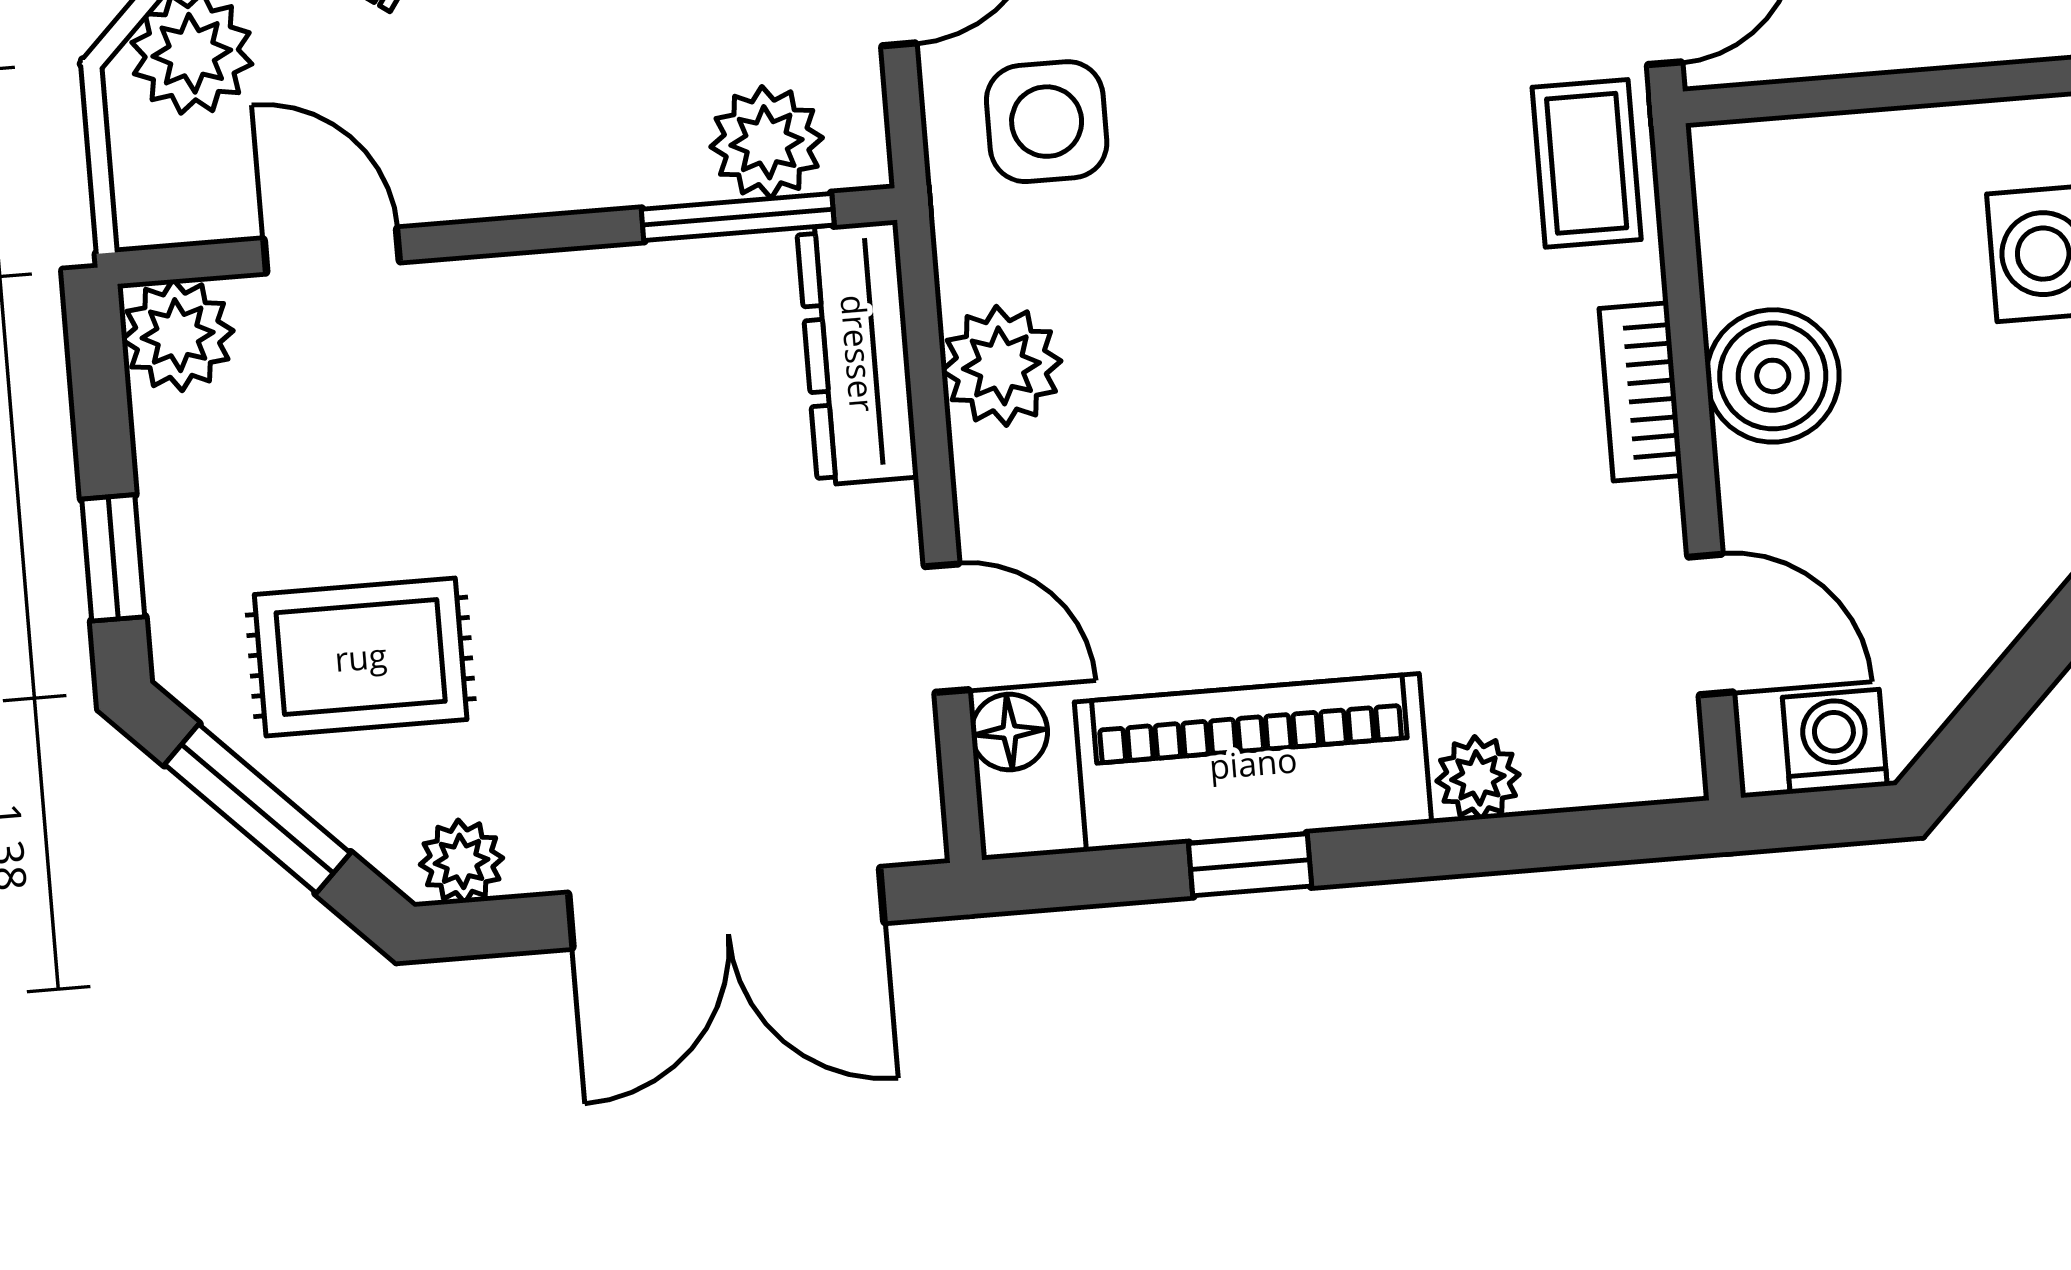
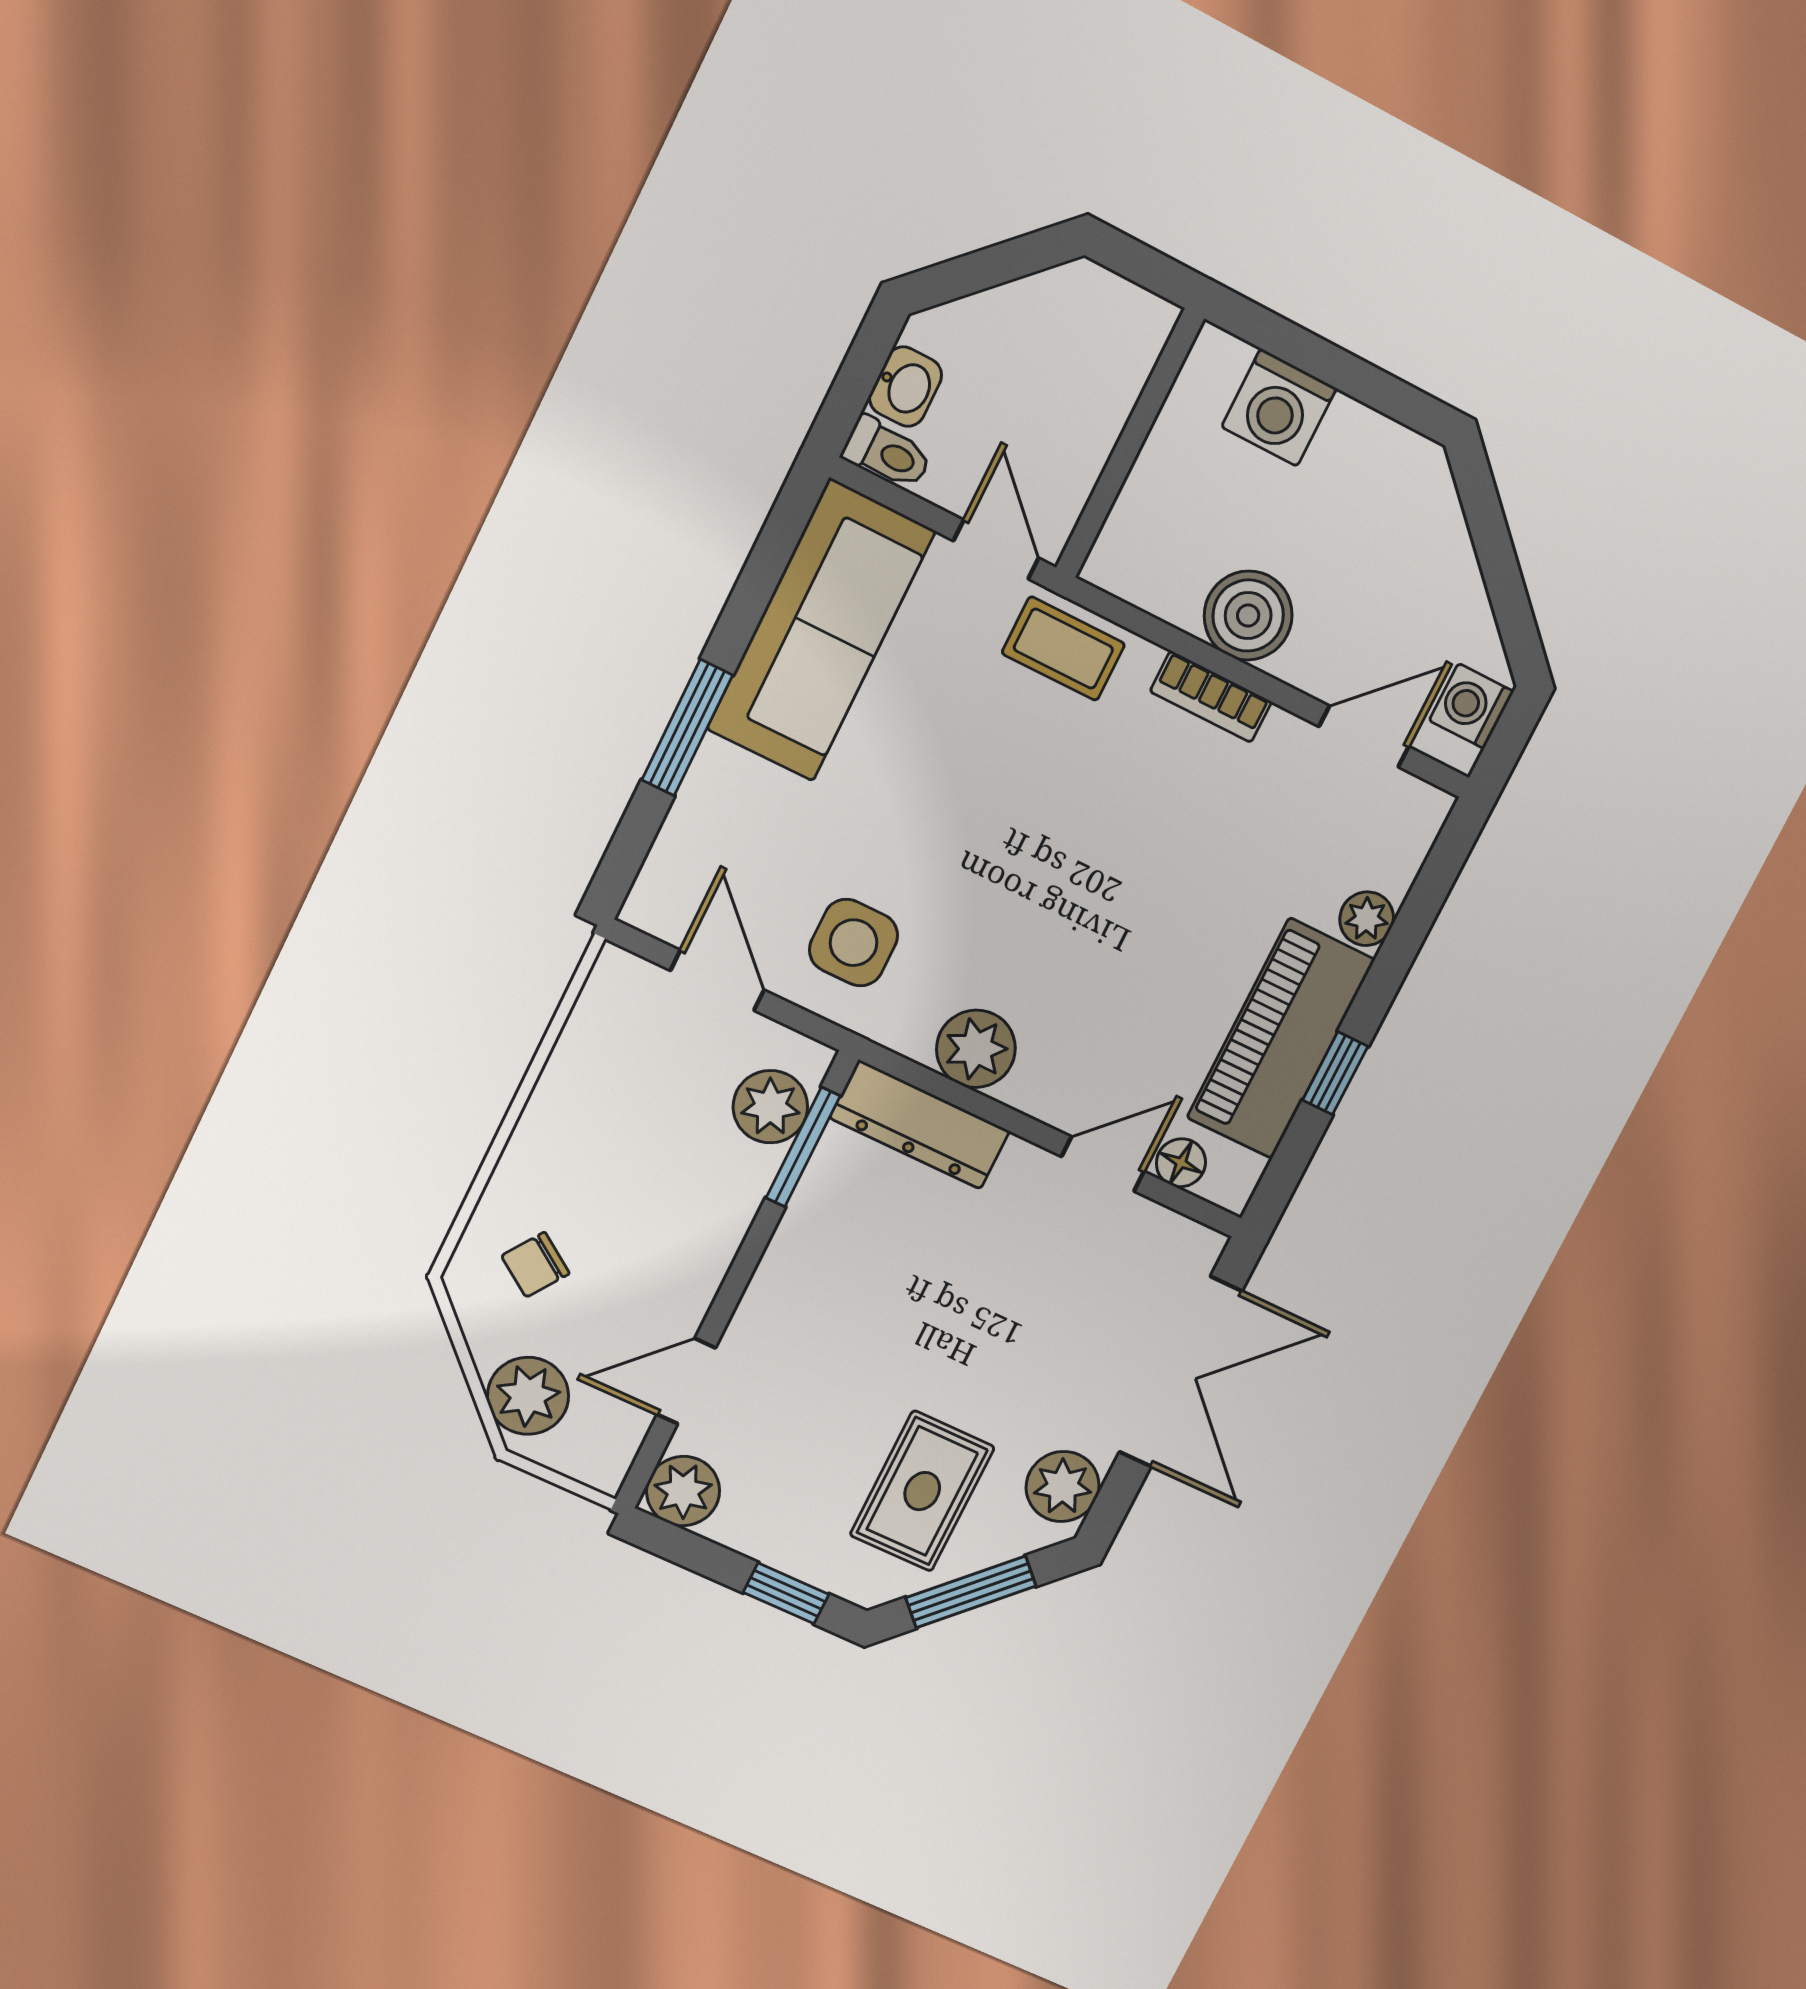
plant: (462, 861) -> (1063, 1487), width x1.38, depth x1.38

